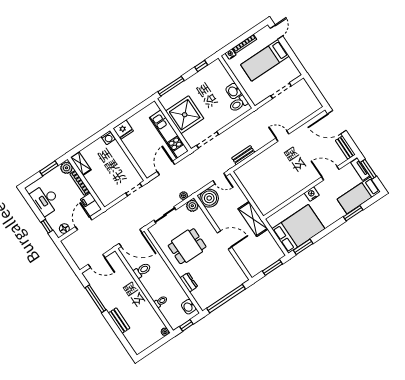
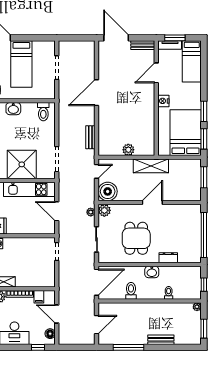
washbasin: (234, 91) -> (13, 109), moved
door: (337, 122) -> (116, 38), swing flipped
door: (282, 136) -> (97, 93), width x1.87
plant: (254, 192) -> (128, 150), added
window: (353, 213) -> (204, 111), moved
washbasin: (189, 307) -> (152, 272), moved
window: (151, 349) -> (204, 329), added

